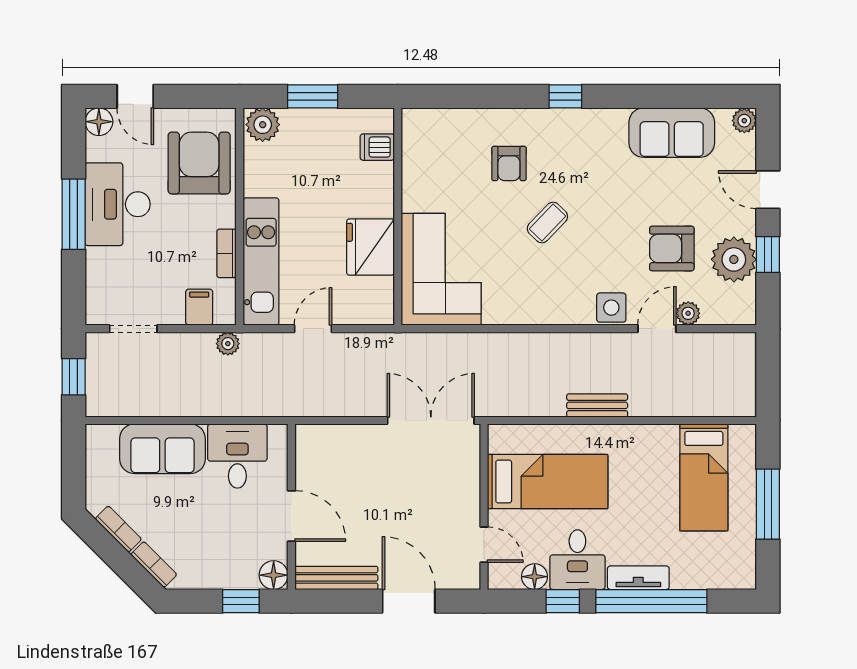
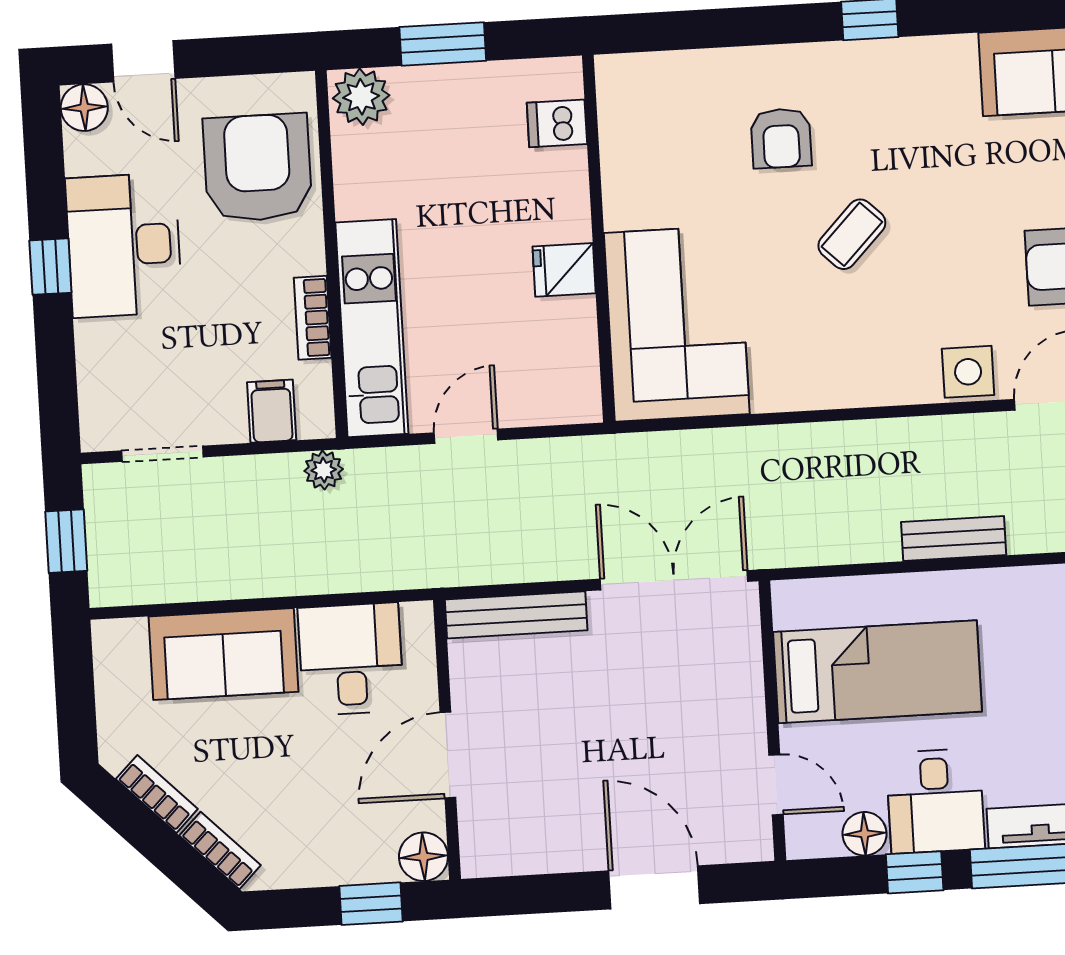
window: (74, 214) -> (50, 267), width x0.46
fridge: (370, 247) -> (564, 270), width x0.53, depth x0.75
door: (291, 516) -> (448, 755), swing flipped
bench: (336, 578) -> (516, 615), moved

